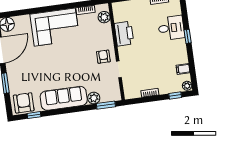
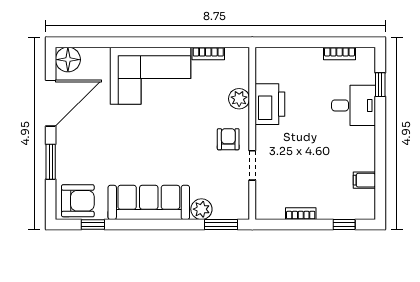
plant: (104, 17) -> (239, 99), moved
window: (188, 36) -> (380, 85), moved
plant: (187, 86) -> (367, 210), removed
armchair: (24, 103) -> (78, 201), turned 90

